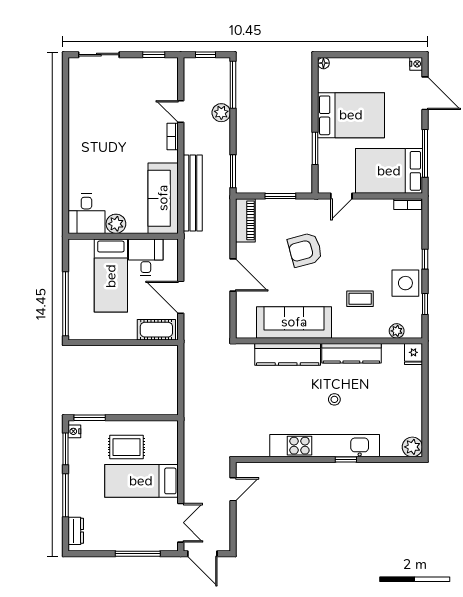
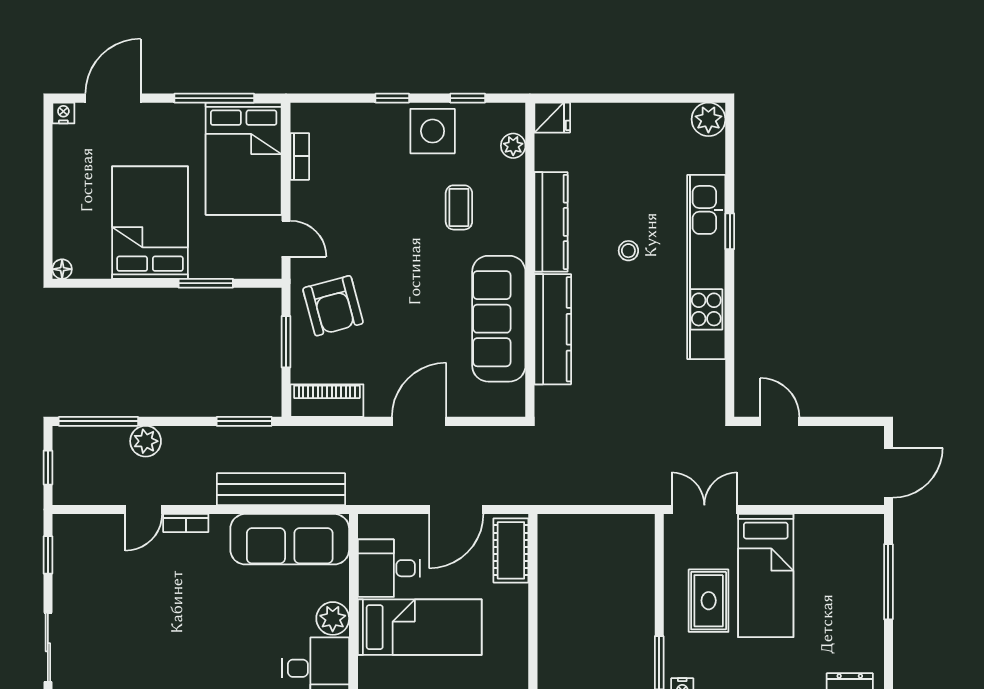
bookcase: (408, 204) -> (300, 156), moved
armchair: (305, 250) -> (333, 306), moved
double door: (181, 523) -> (704, 510), moved

